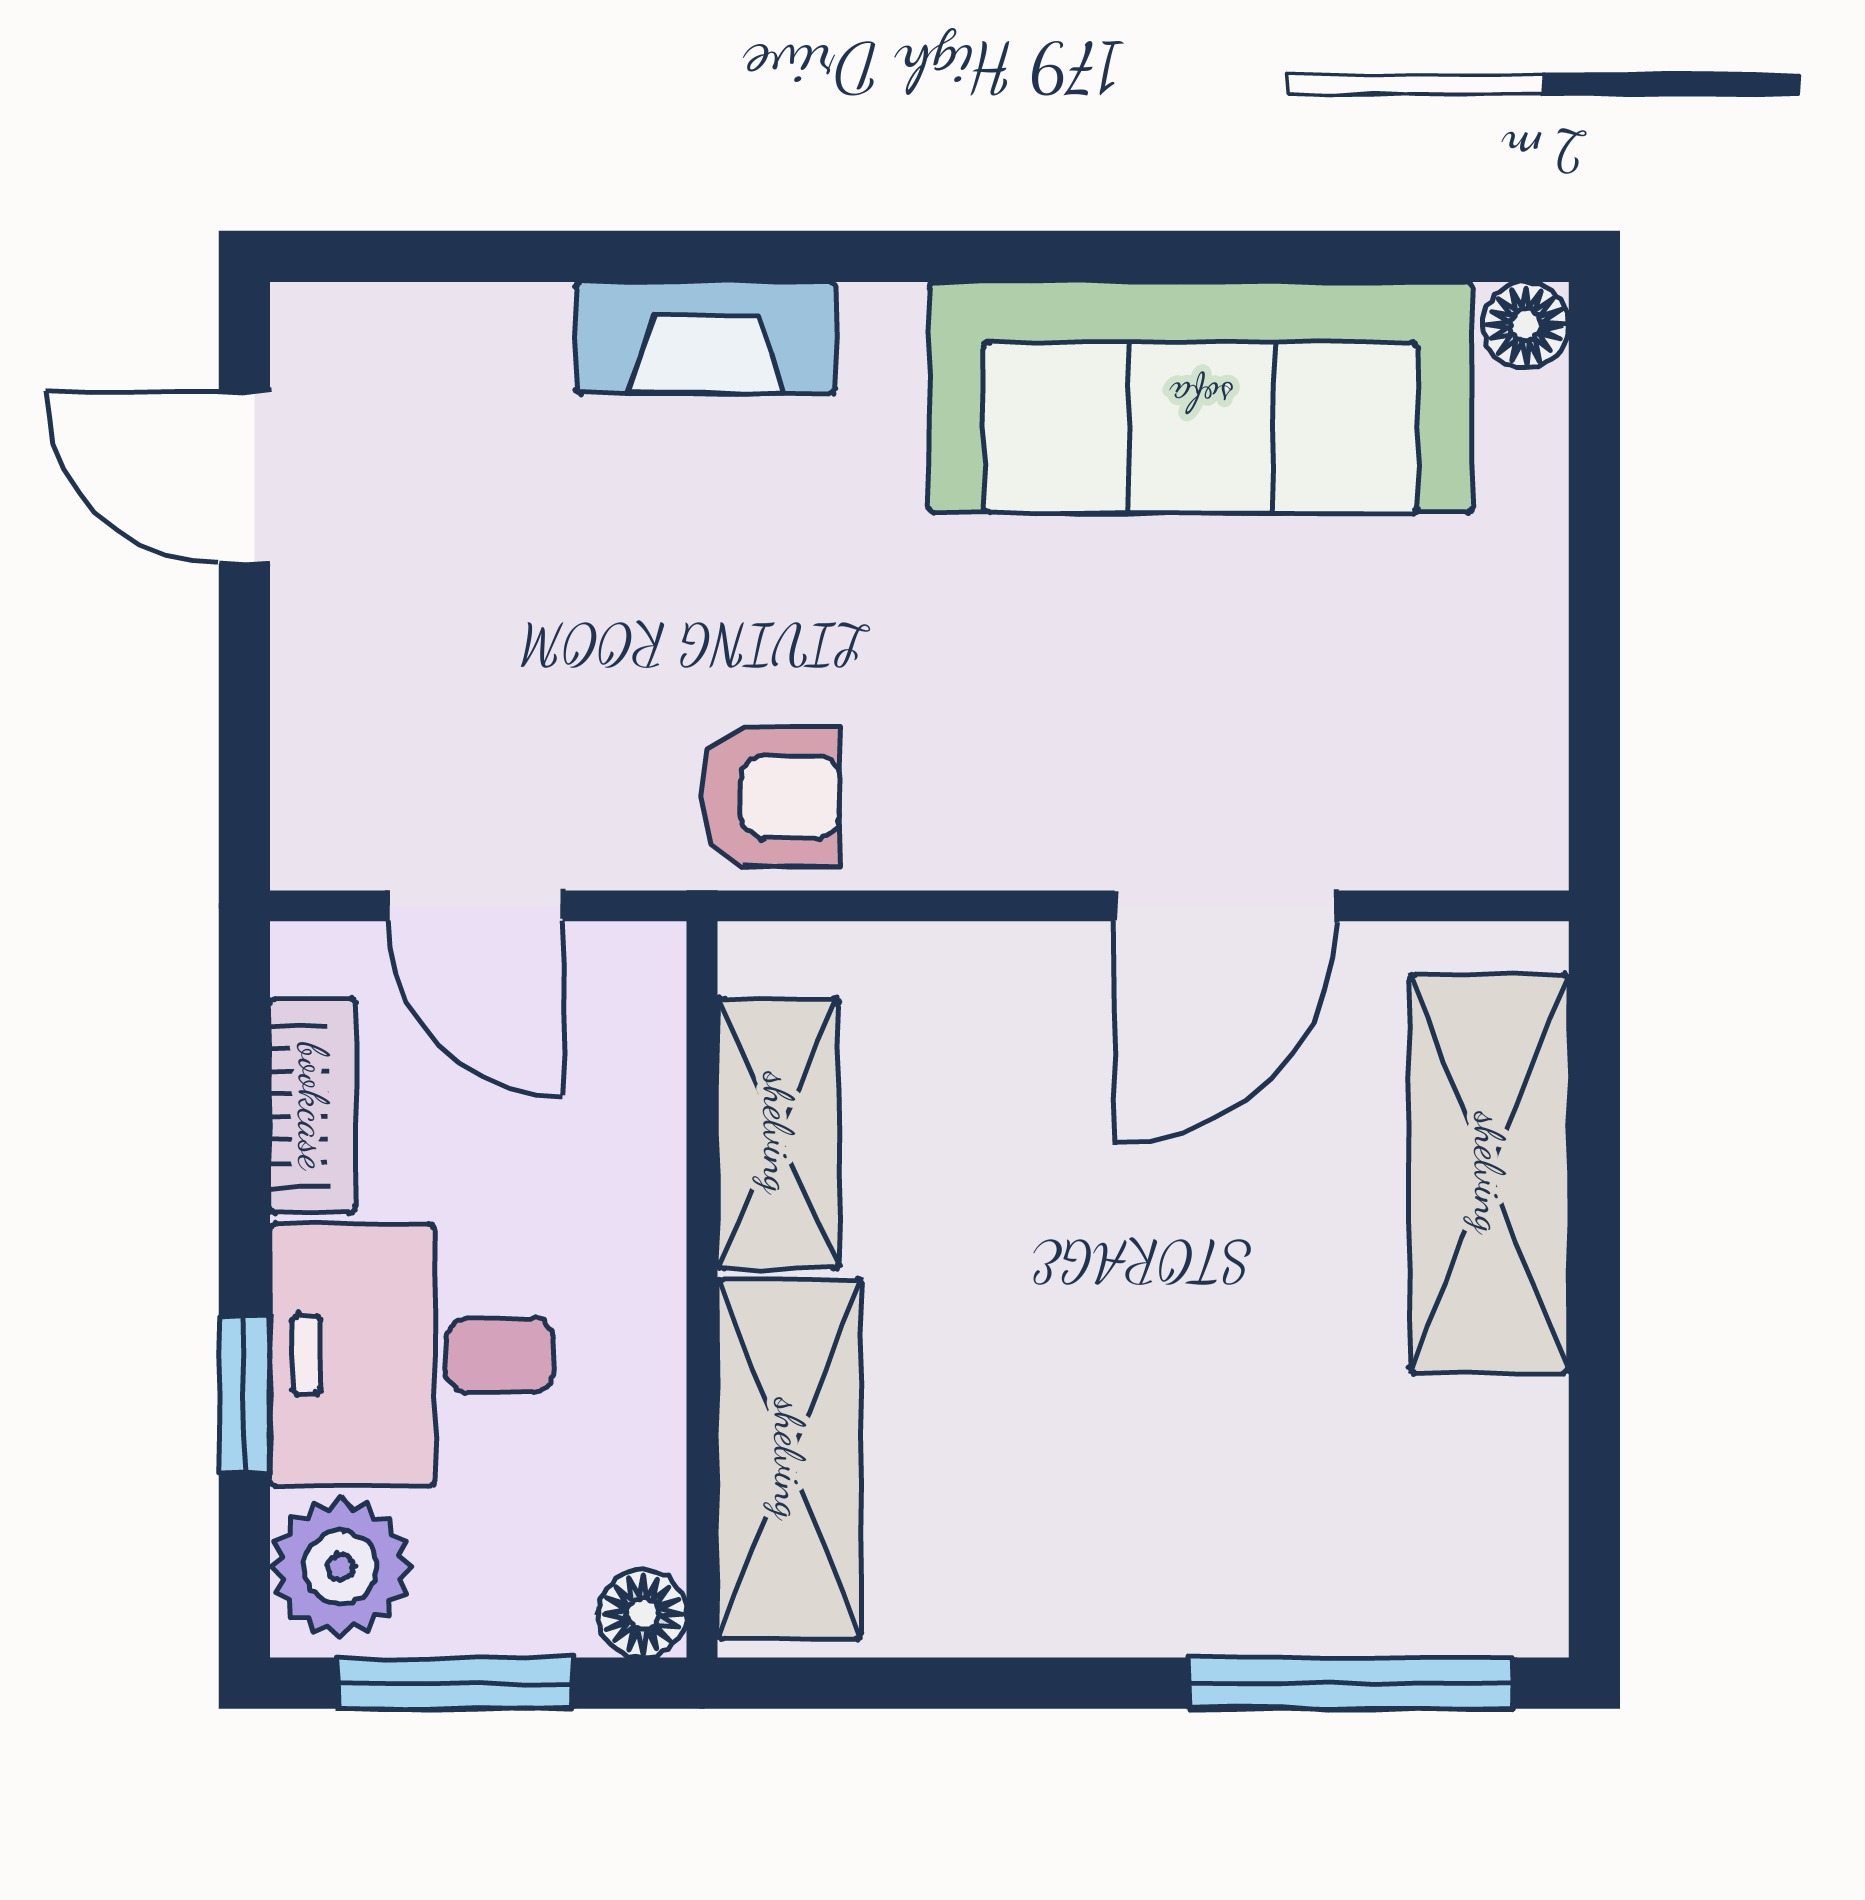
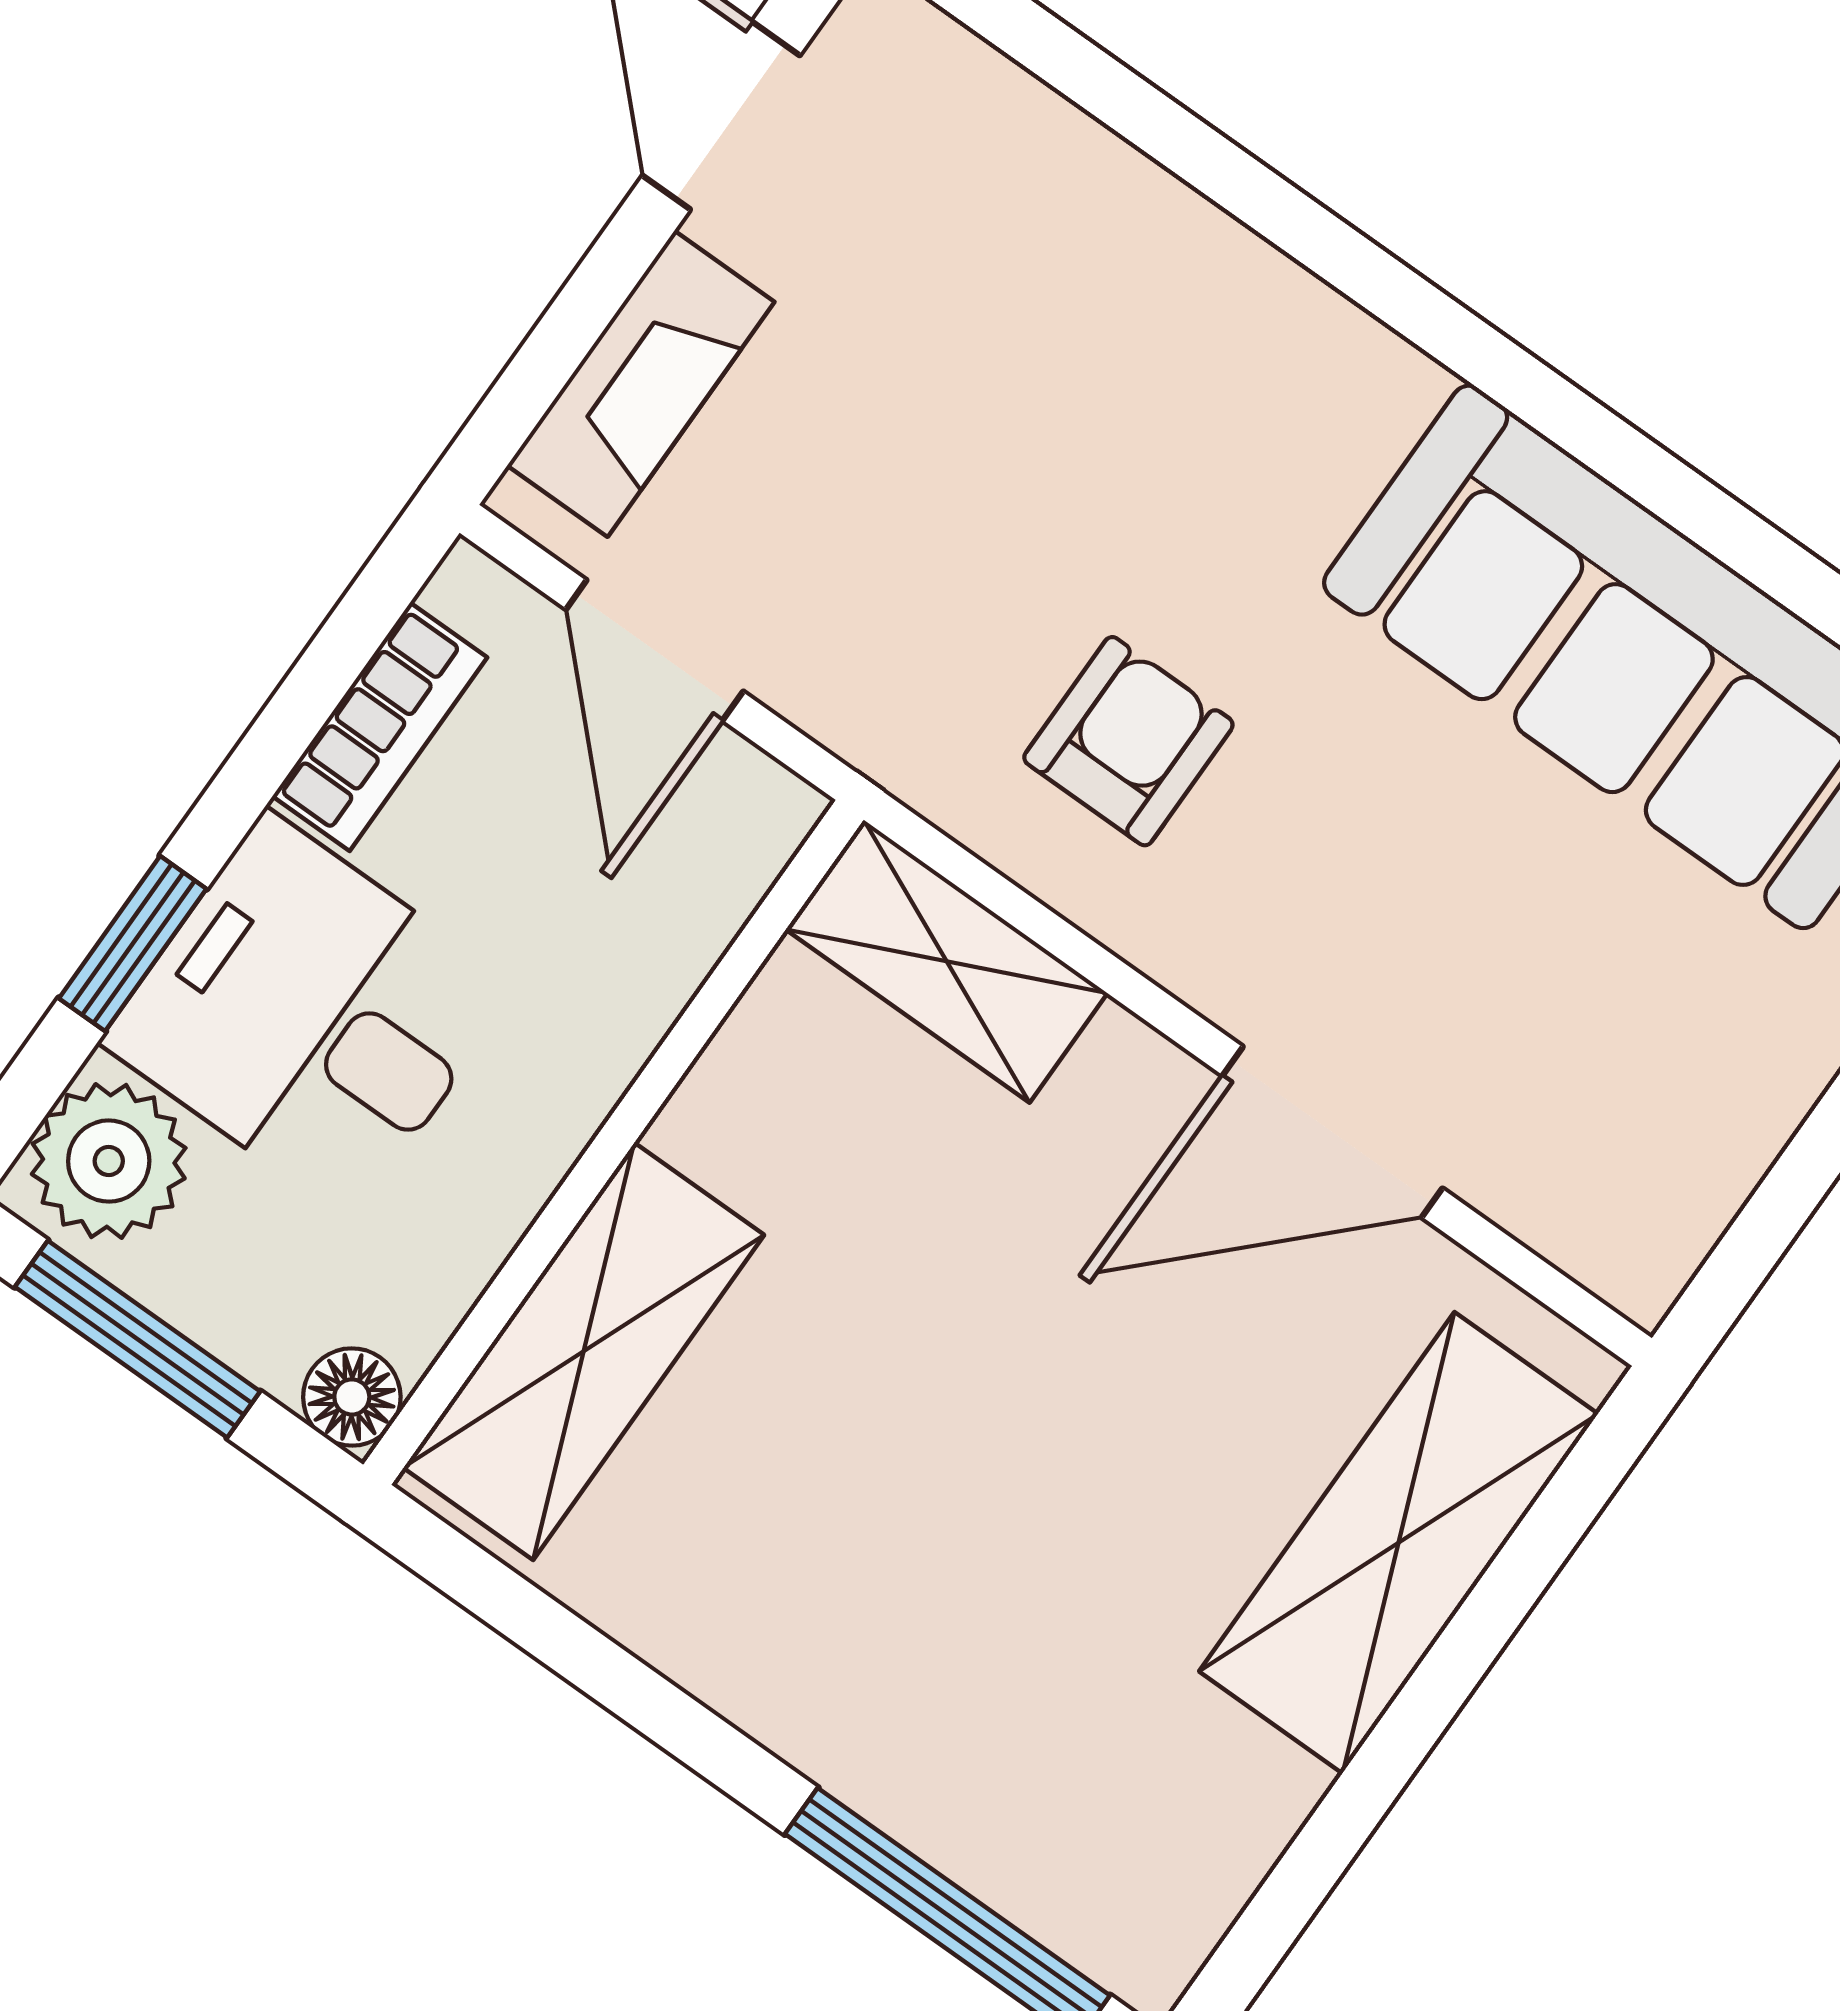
fireplace: (706, 338) -> (641, 384), moved, turned -90
armchair: (771, 797) -> (1128, 741), moved, turned -90
shelving: (778, 1133) -> (947, 961), moved, turned 90

